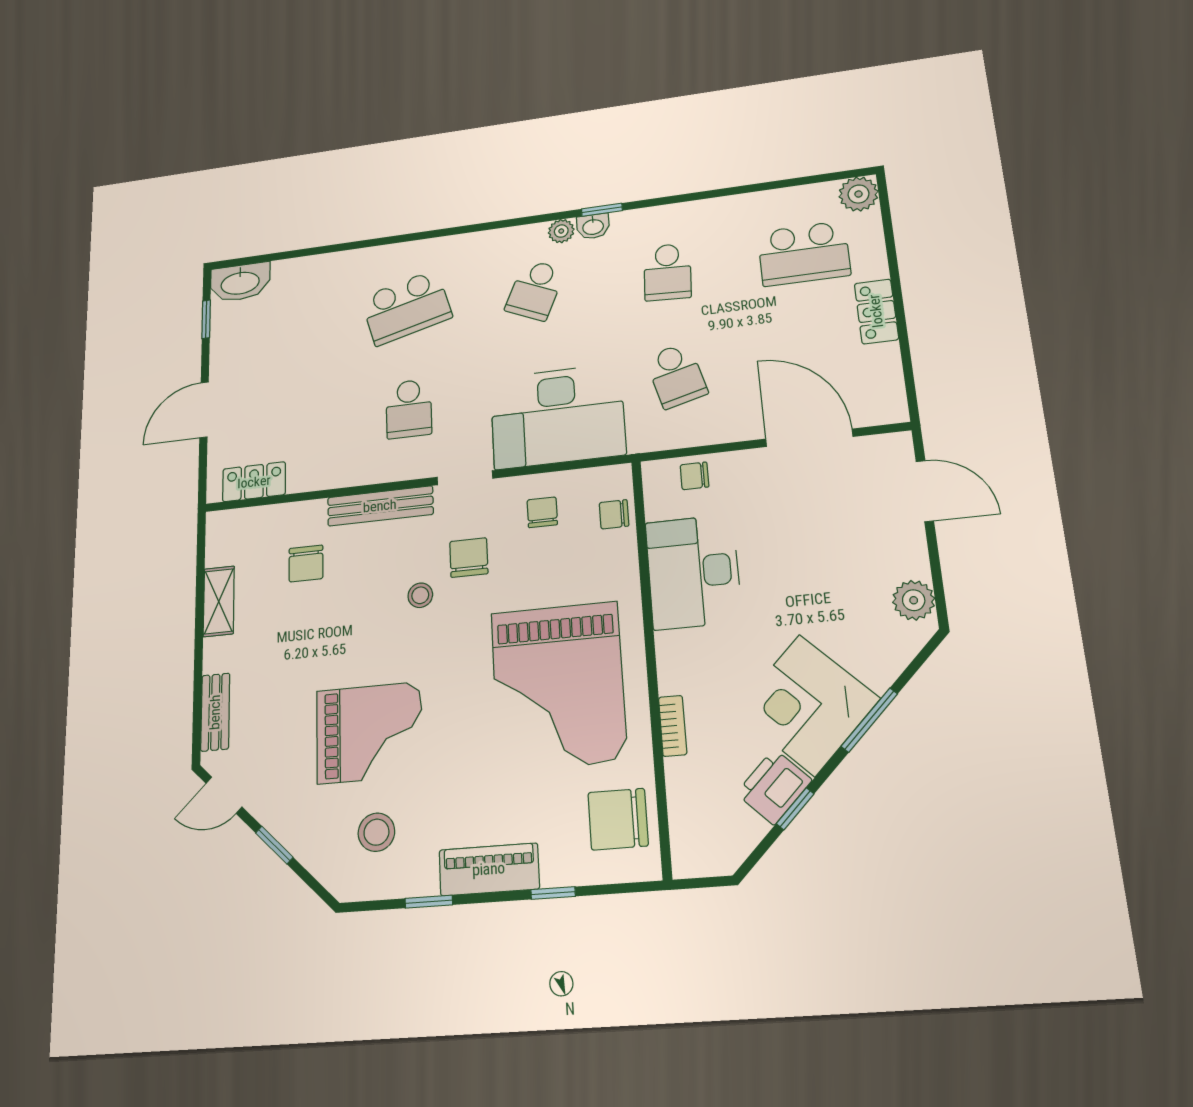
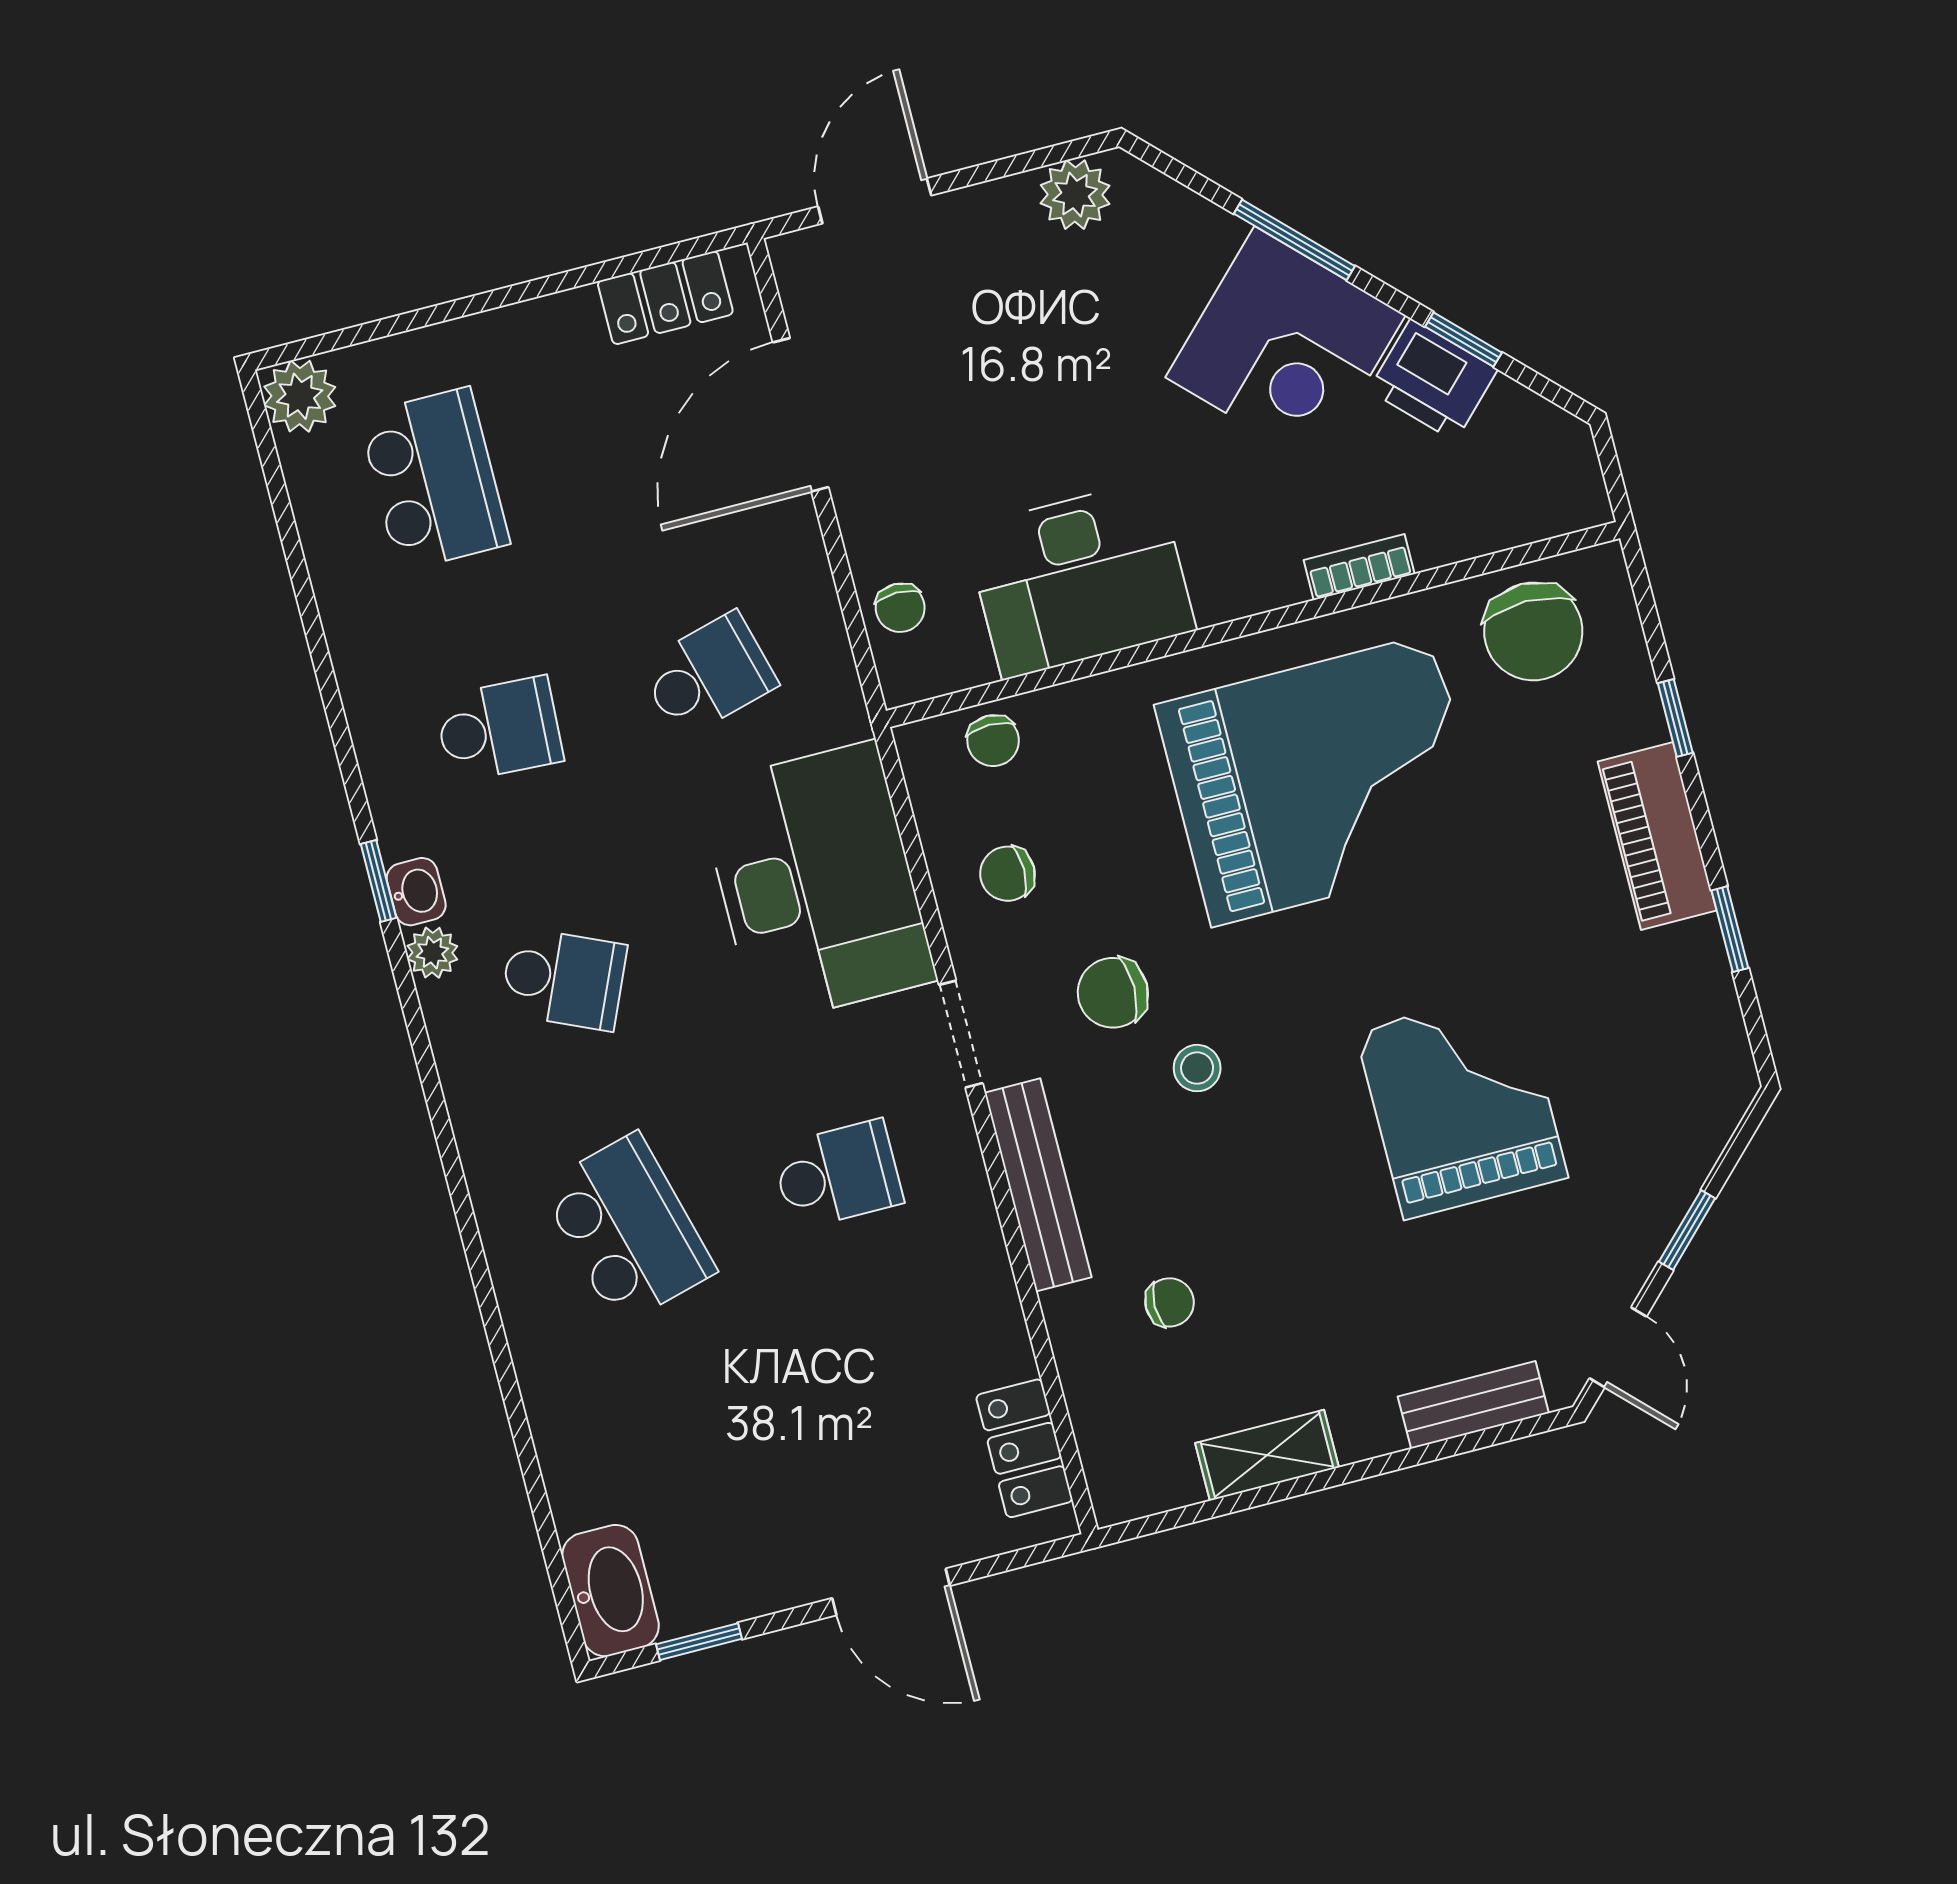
locker: (876, 311) -> (665, 298), moved
chair: (306, 563) -> (1169, 1302), width x0.73, depth x0.73
stool: (376, 832) -> (1631, 1049), removed

